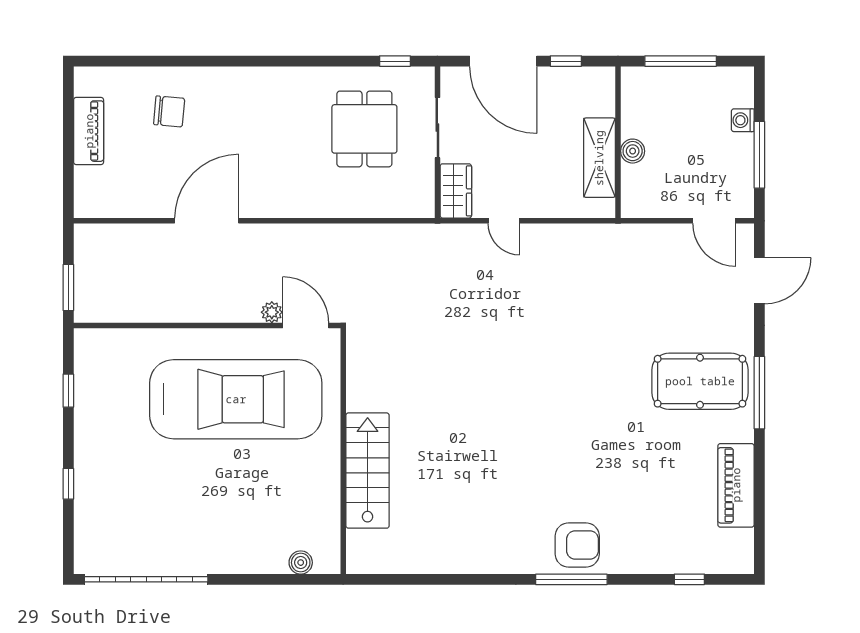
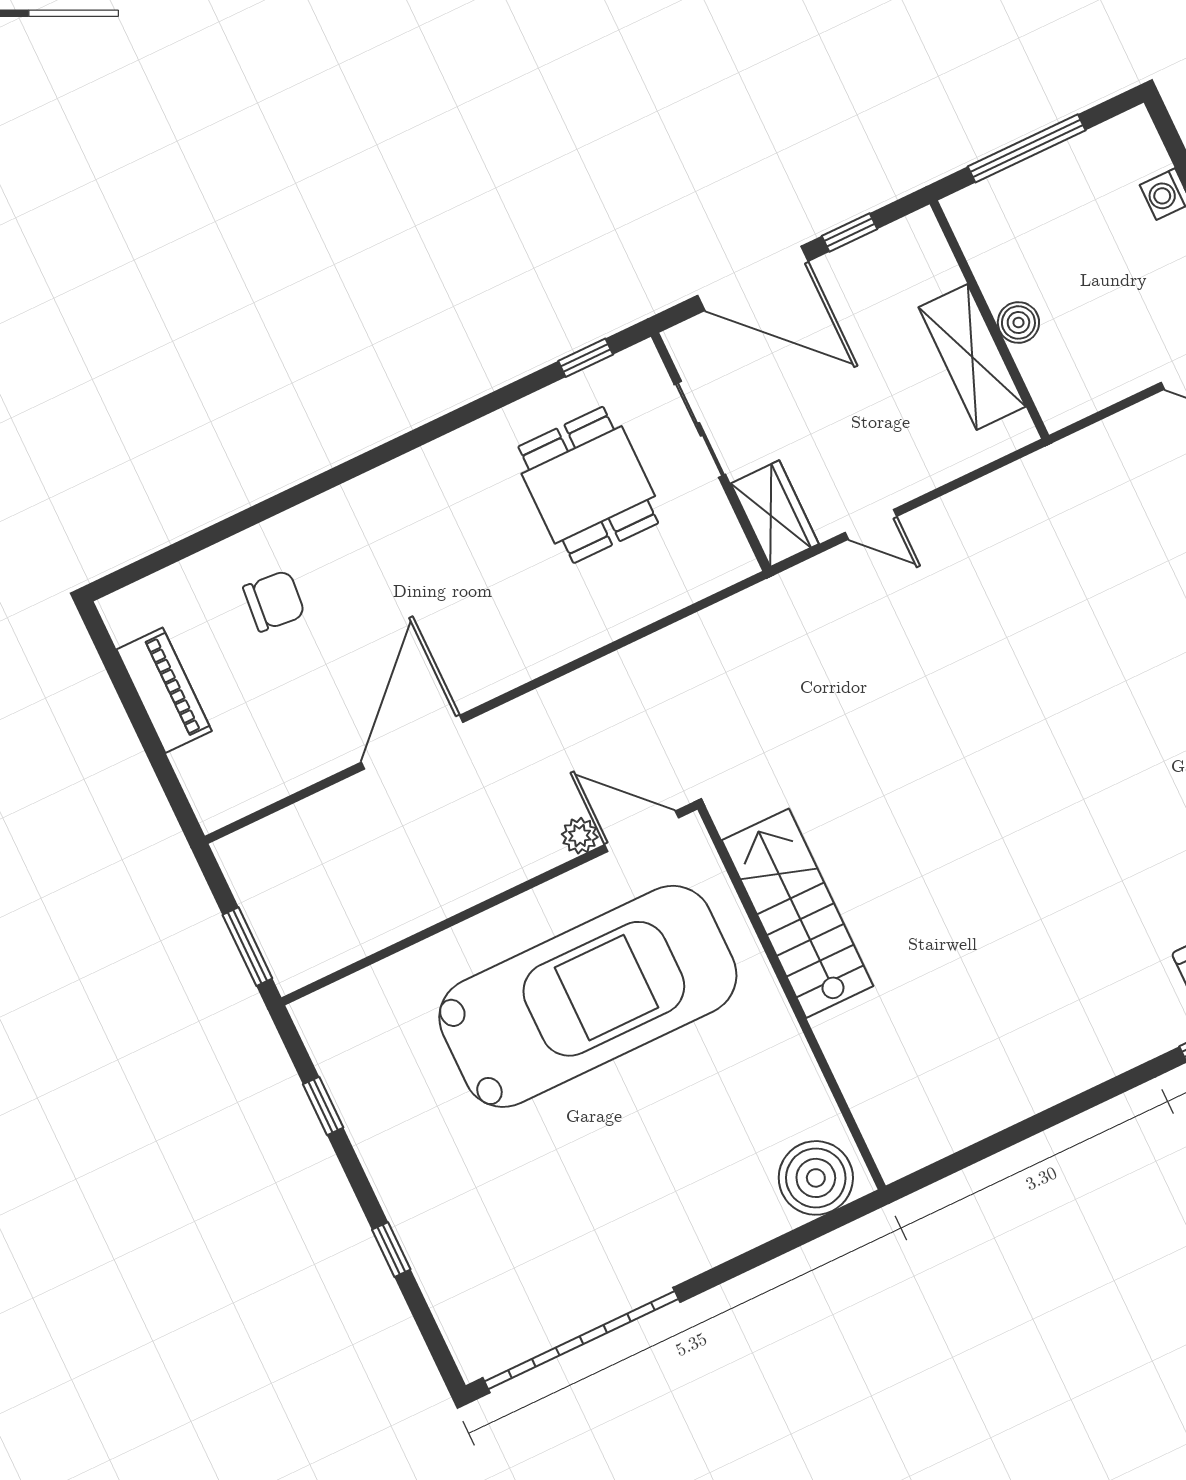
stairs: (368, 471) -> (797, 913), moved
boiler: (301, 563) -> (816, 1178), width x1.86, depth x1.86

